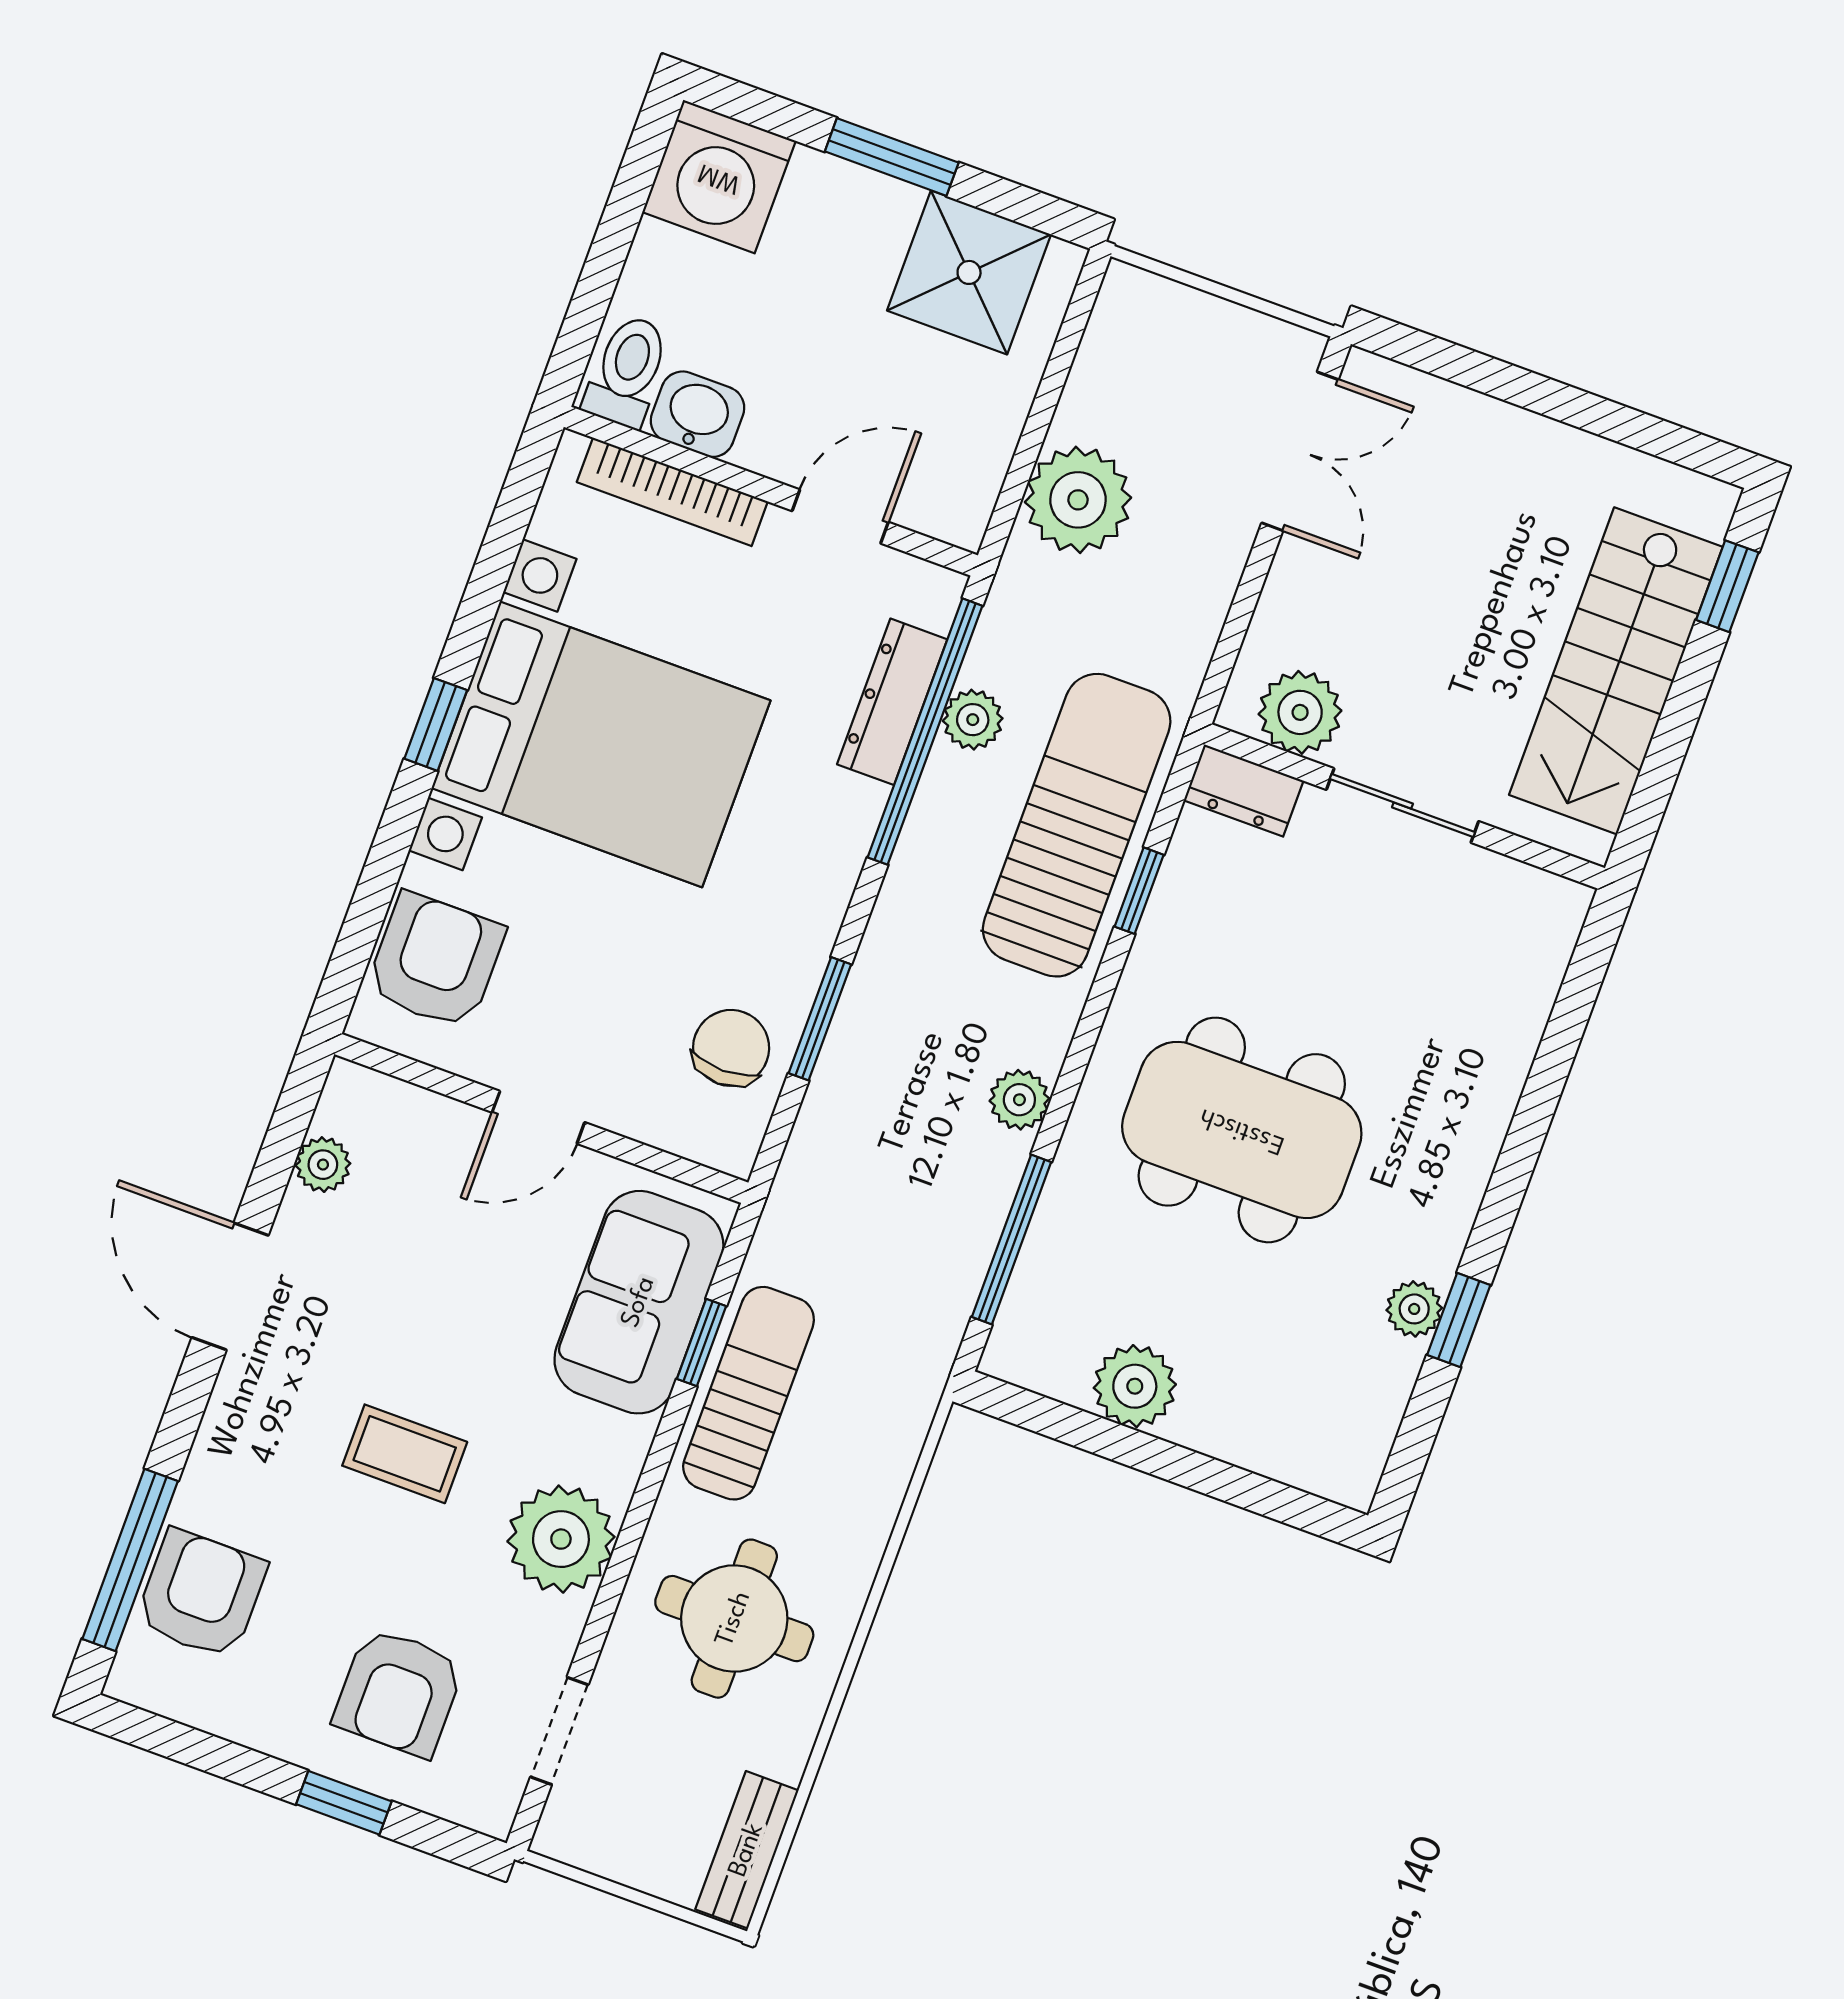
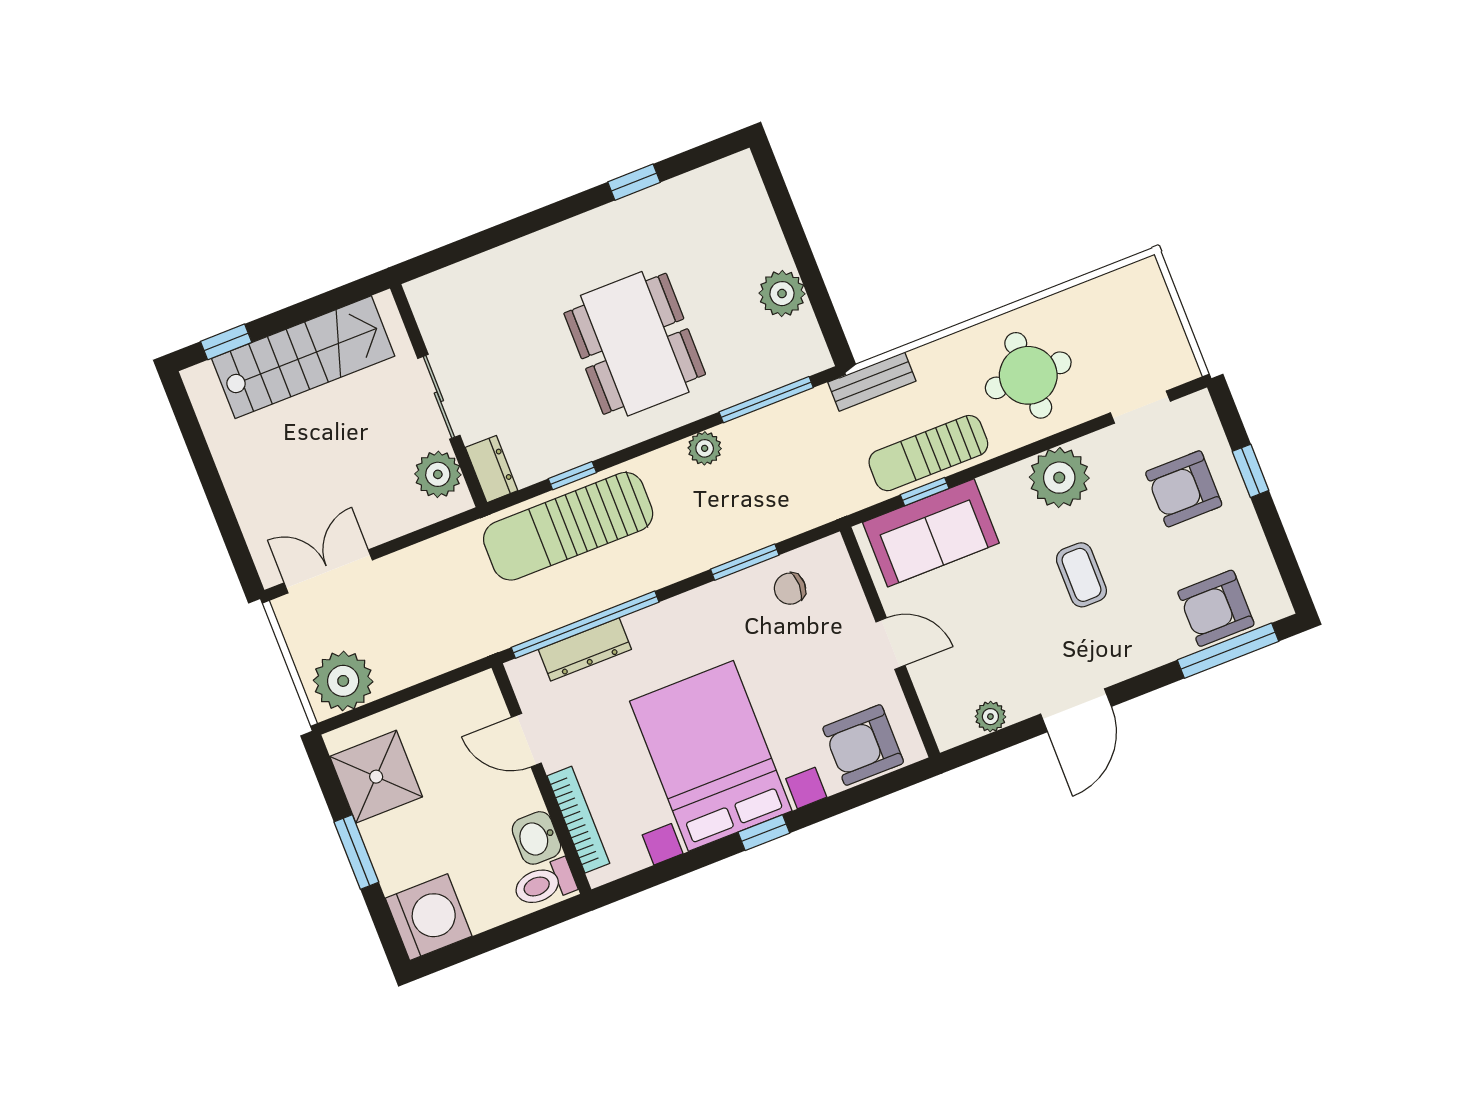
plant: (1078, 500) -> (343, 681), moved
plant: (973, 720) -> (562, 609), removed
chair: (731, 1048) -> (790, 589), width x0.73, depth x0.73
plant: (1414, 1309) -> (646, 205), removed
armchair: (399, 1692) -> (1184, 489), turned 180
bench: (747, 1850) -> (872, 382), moved

